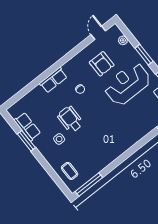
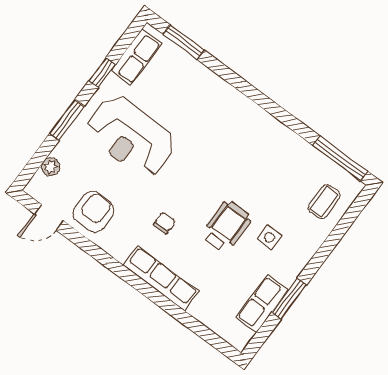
armchair: (102, 64) -> (93, 212), moved
row of seats: (53, 80) -> (161, 278), width x1.48
wheelchair: (70, 119) -> (226, 226), turned 180

